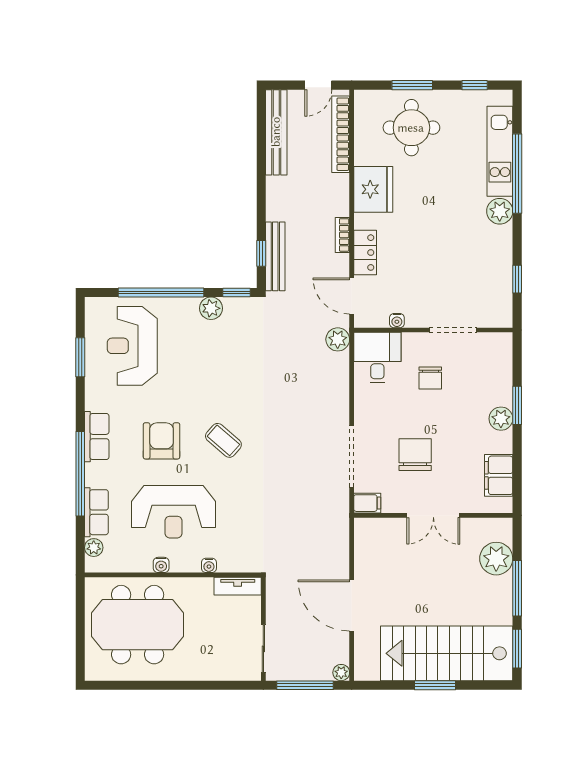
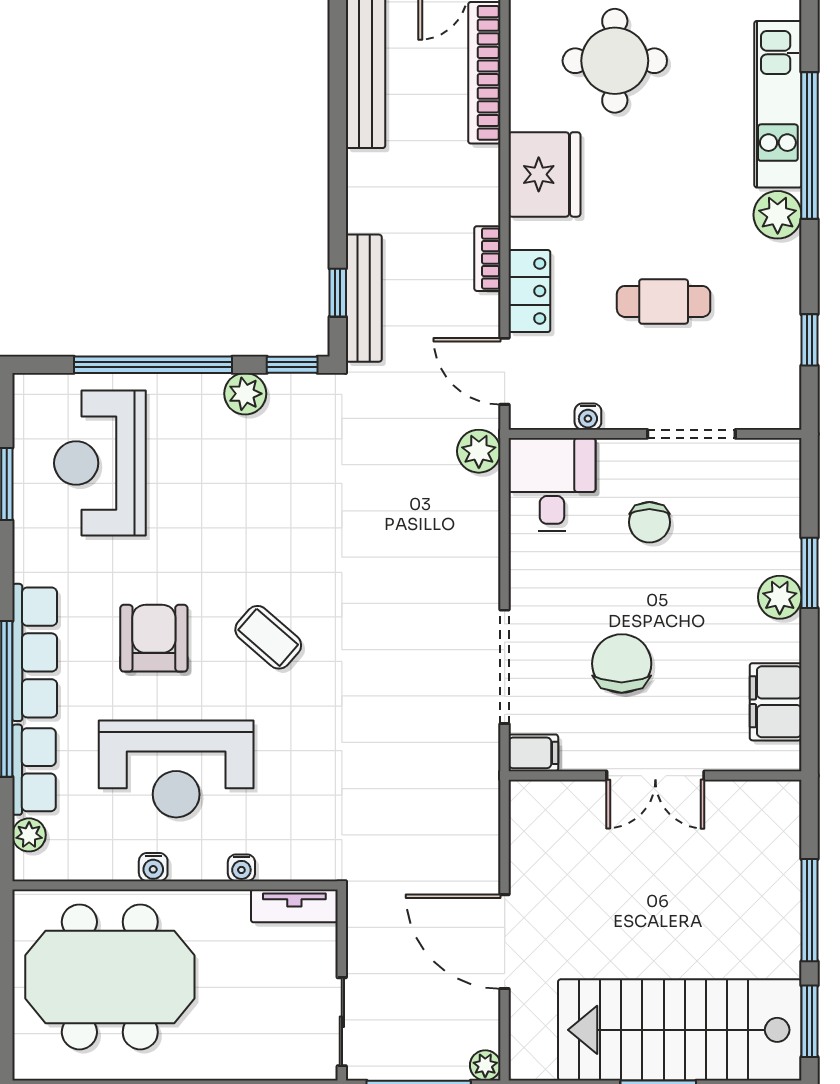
cafe table: (438, 258) -> (664, 301), added
row of seats: (97, 437) -> (35, 652), width x1.48
plant: (496, 559) -> (771, 855), removed

